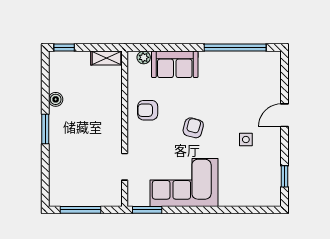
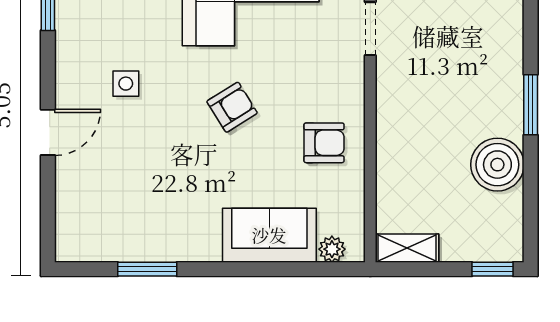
window: (235, 48) -> (147, 269), width x0.47
boiler: (56, 99) -> (497, 165), width x1.86, depth x1.86
armchair: (193, 128) -> (232, 107), turned -137

